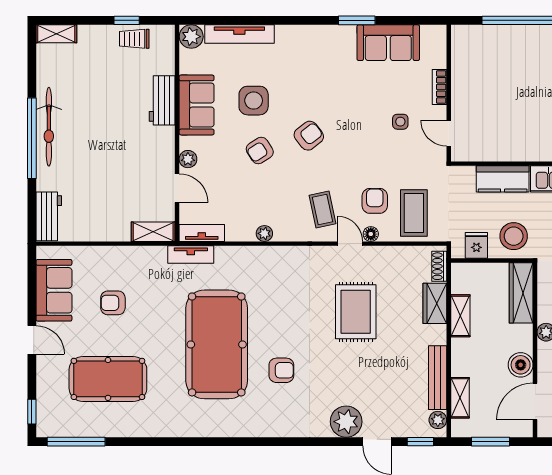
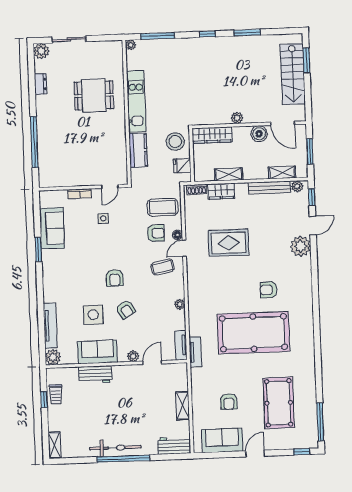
armchair: (309, 136) -> (115, 278), turned -142
armchair: (375, 201) -> (156, 233), turned 180
shelving: (153, 232) -> (182, 406), moved
armchair: (281, 370) -> (269, 290), turned -90

